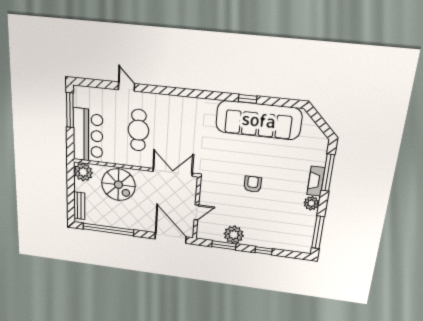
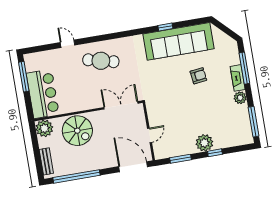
cafe table: (138, 130) -> (101, 61), moved, turned -76
armchair: (253, 184) -> (198, 76), moved, turned 83
plant: (234, 235) -> (204, 143), moved

